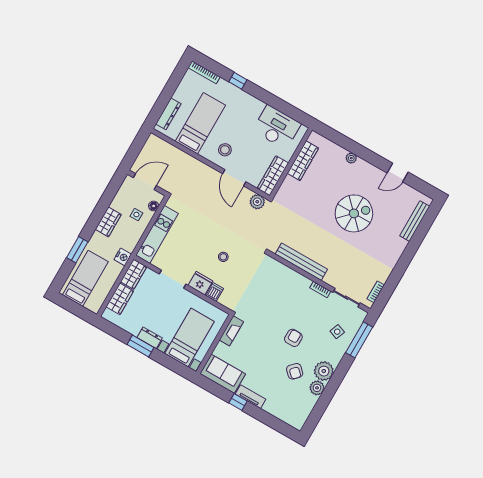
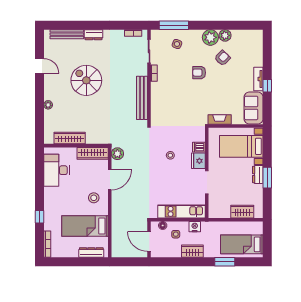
dresser: (398, 249) -> (94, 35), added
nightstand: (123, 257) -> (195, 227), moved
wardrobe: (134, 274) -> (219, 212), removed

